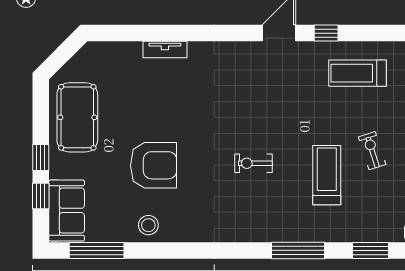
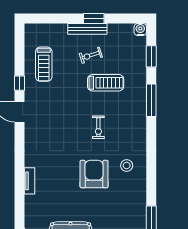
armchair: (153, 165) -> (94, 174), moved
treadmill: (327, 175) -> (106, 83), turned 180
stool: (148, 225) -> (127, 165), moved

